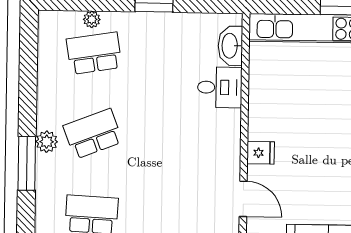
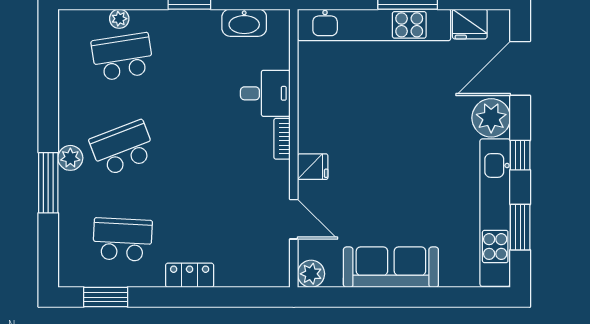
washbasin: (230, 46) -> (244, 23), moved, turned -90
bookcase: (234, 128) -> (282, 139), added

